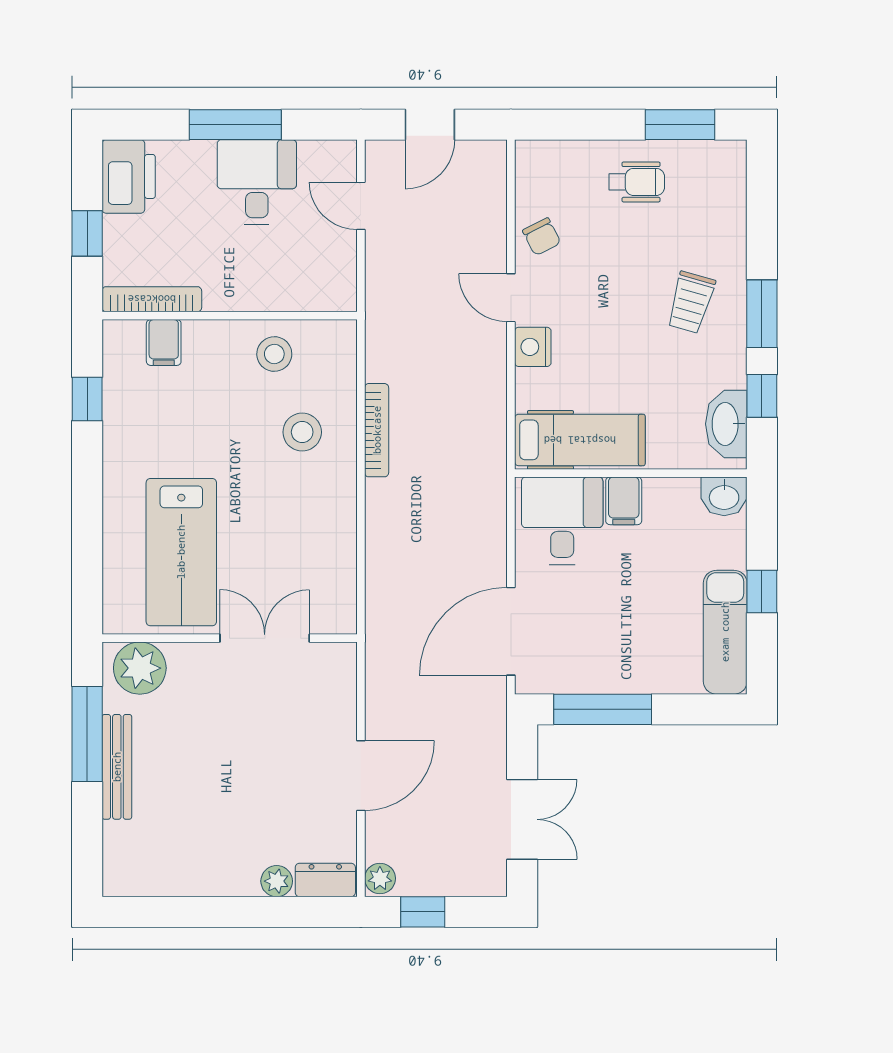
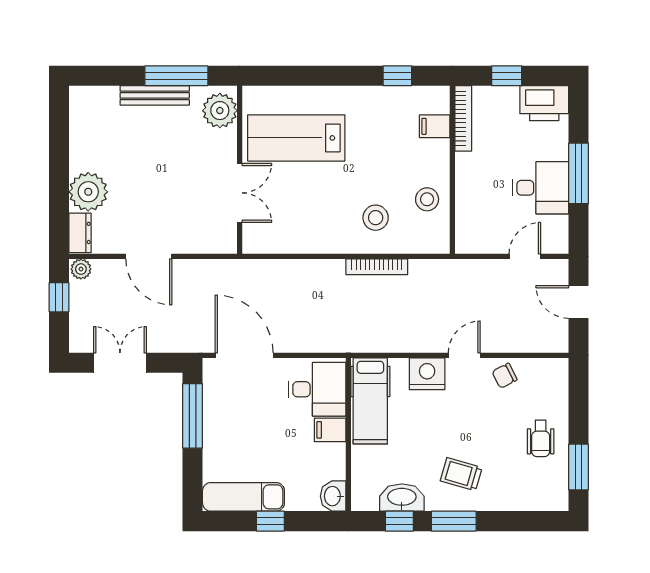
nightstand: (533, 347) -> (427, 374), width x1.36, depth x1.33
washbasin: (726, 424) -> (402, 498), moved
double door: (522, 819) -> (120, 363), swing flipped
plant: (277, 881) -> (88, 192), width x1.88, depth x1.88

